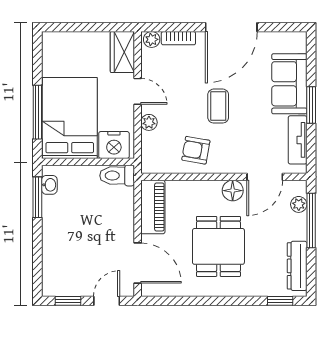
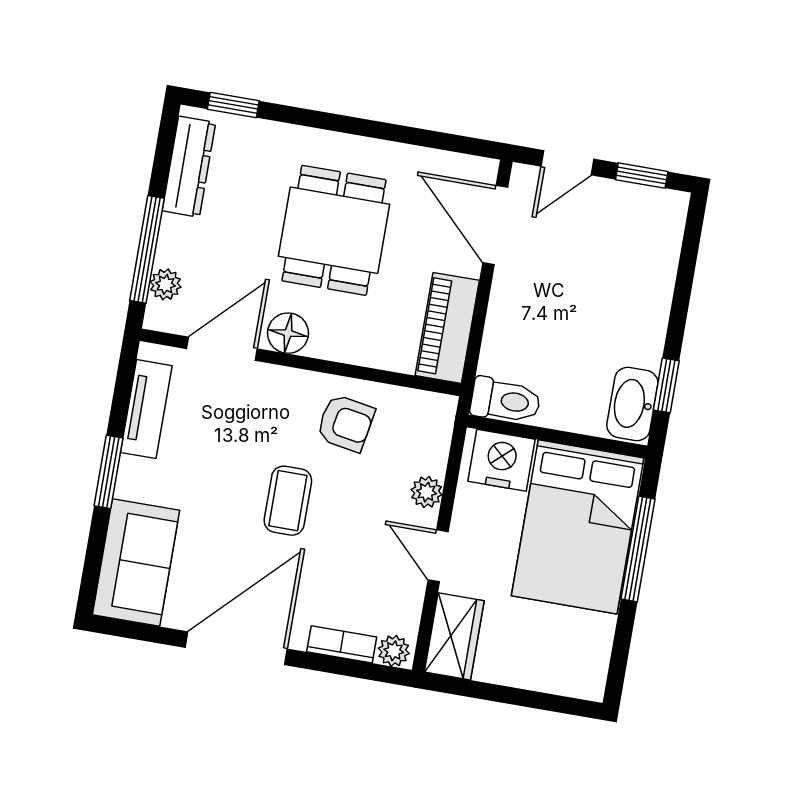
sofa: (289, 84) -> (136, 563), moved
washbasin: (49, 185) -> (632, 404), width x1.91, depth x1.45
window: (37, 197) -> (666, 385), width x0.67

